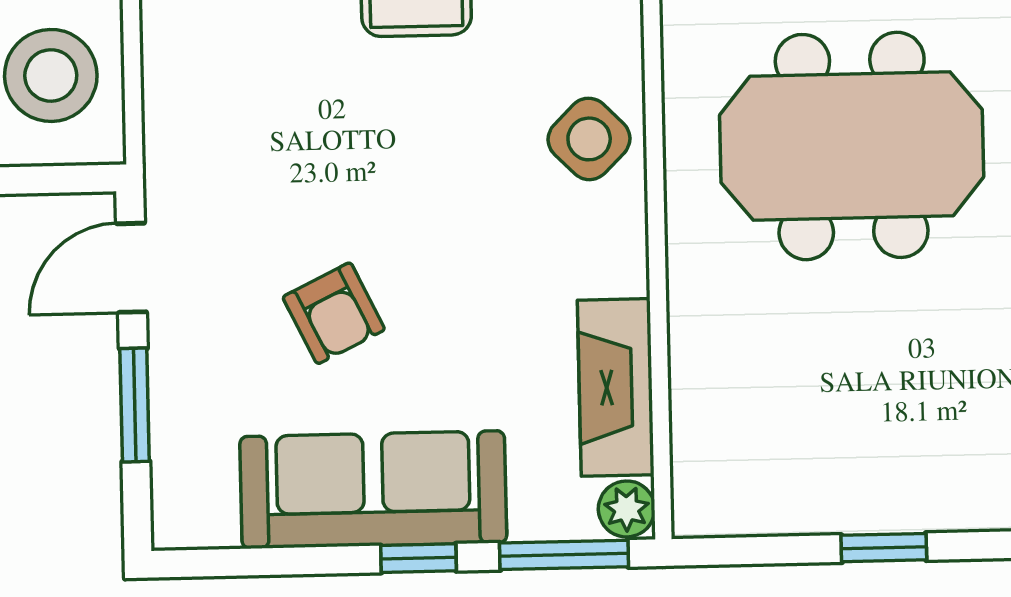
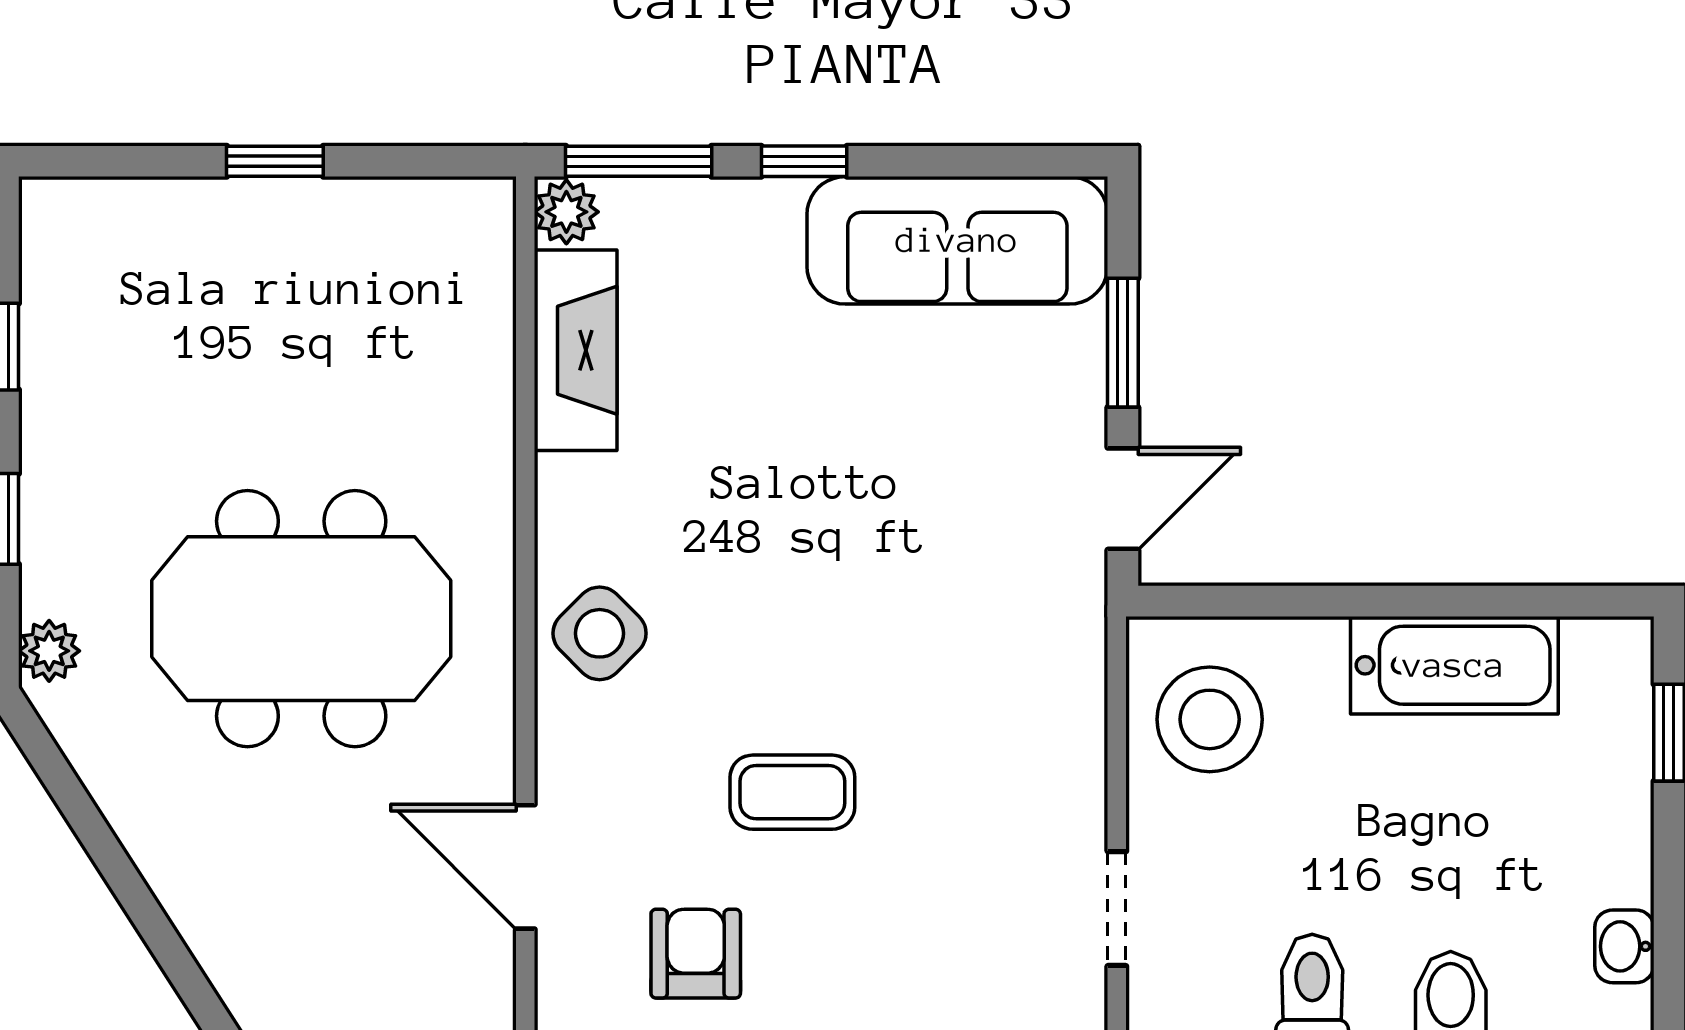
armchair: (334, 313) -> (894, 442), removed
sofa: (373, 490) -> (957, 240), moved

